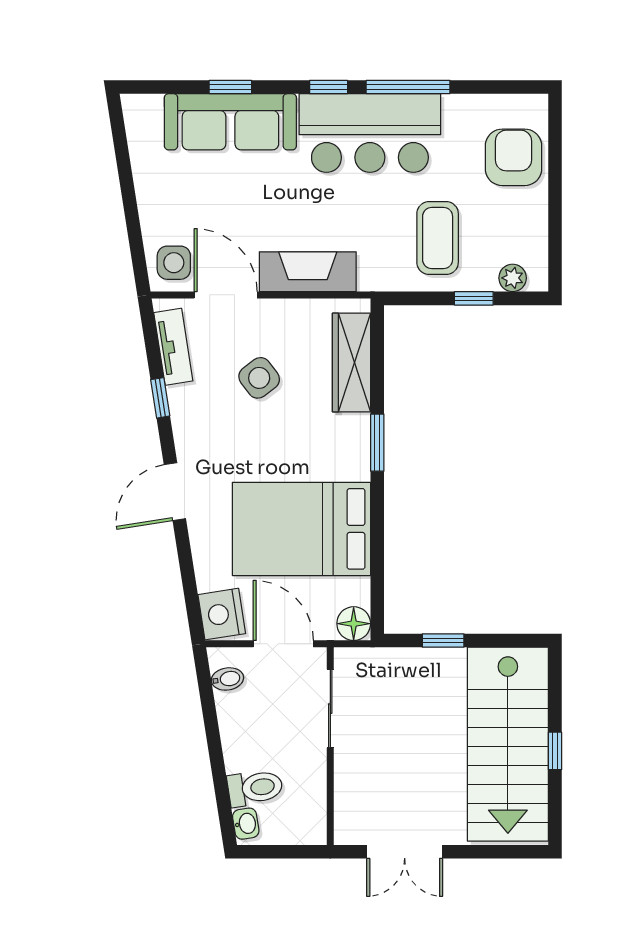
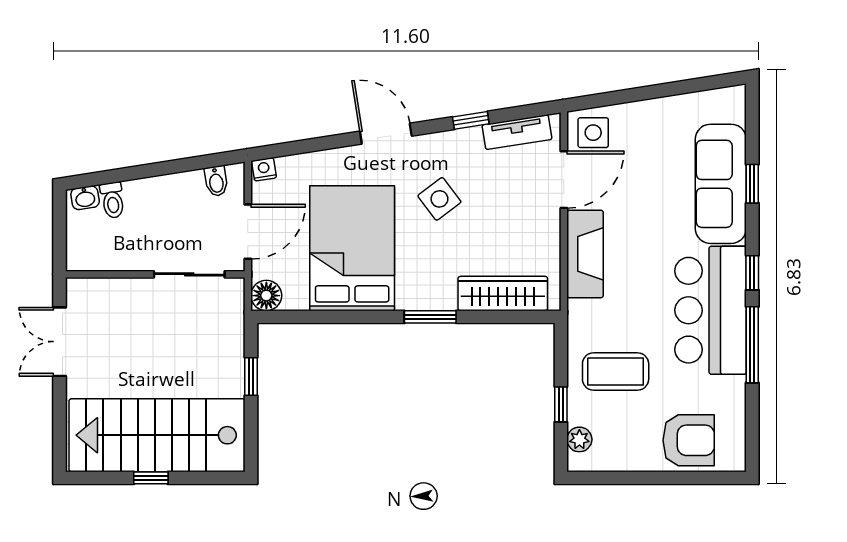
side table: (259, 378) -> (439, 199), moved
nightstand: (222, 614) -> (264, 169), width x0.53, depth x0.56
toilet: (255, 788) -> (112, 200), width x0.73, depth x0.72

